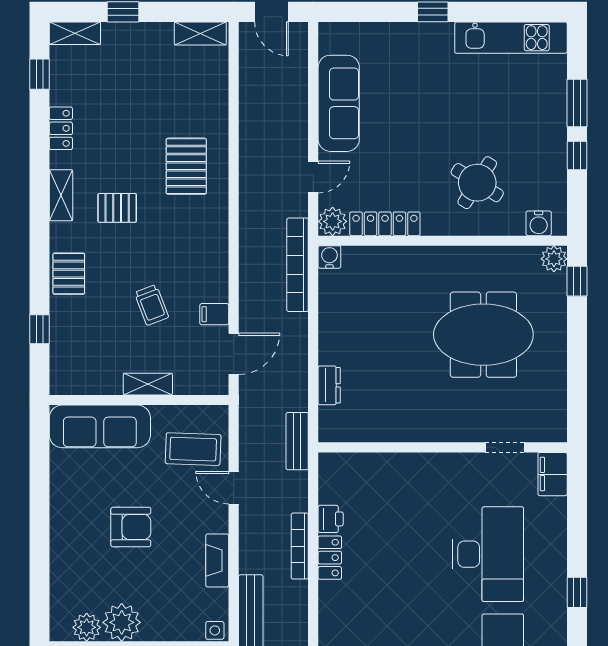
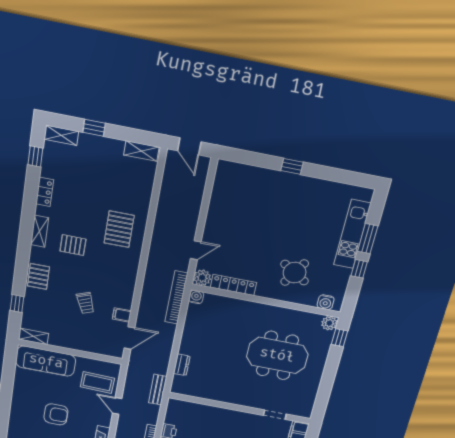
kitchen unit: (511, 38) -> (352, 234), moved, turned 90
sofa: (339, 103) -> (220, 210), removed
shelving: (148, 384) -> (34, 336), moved

